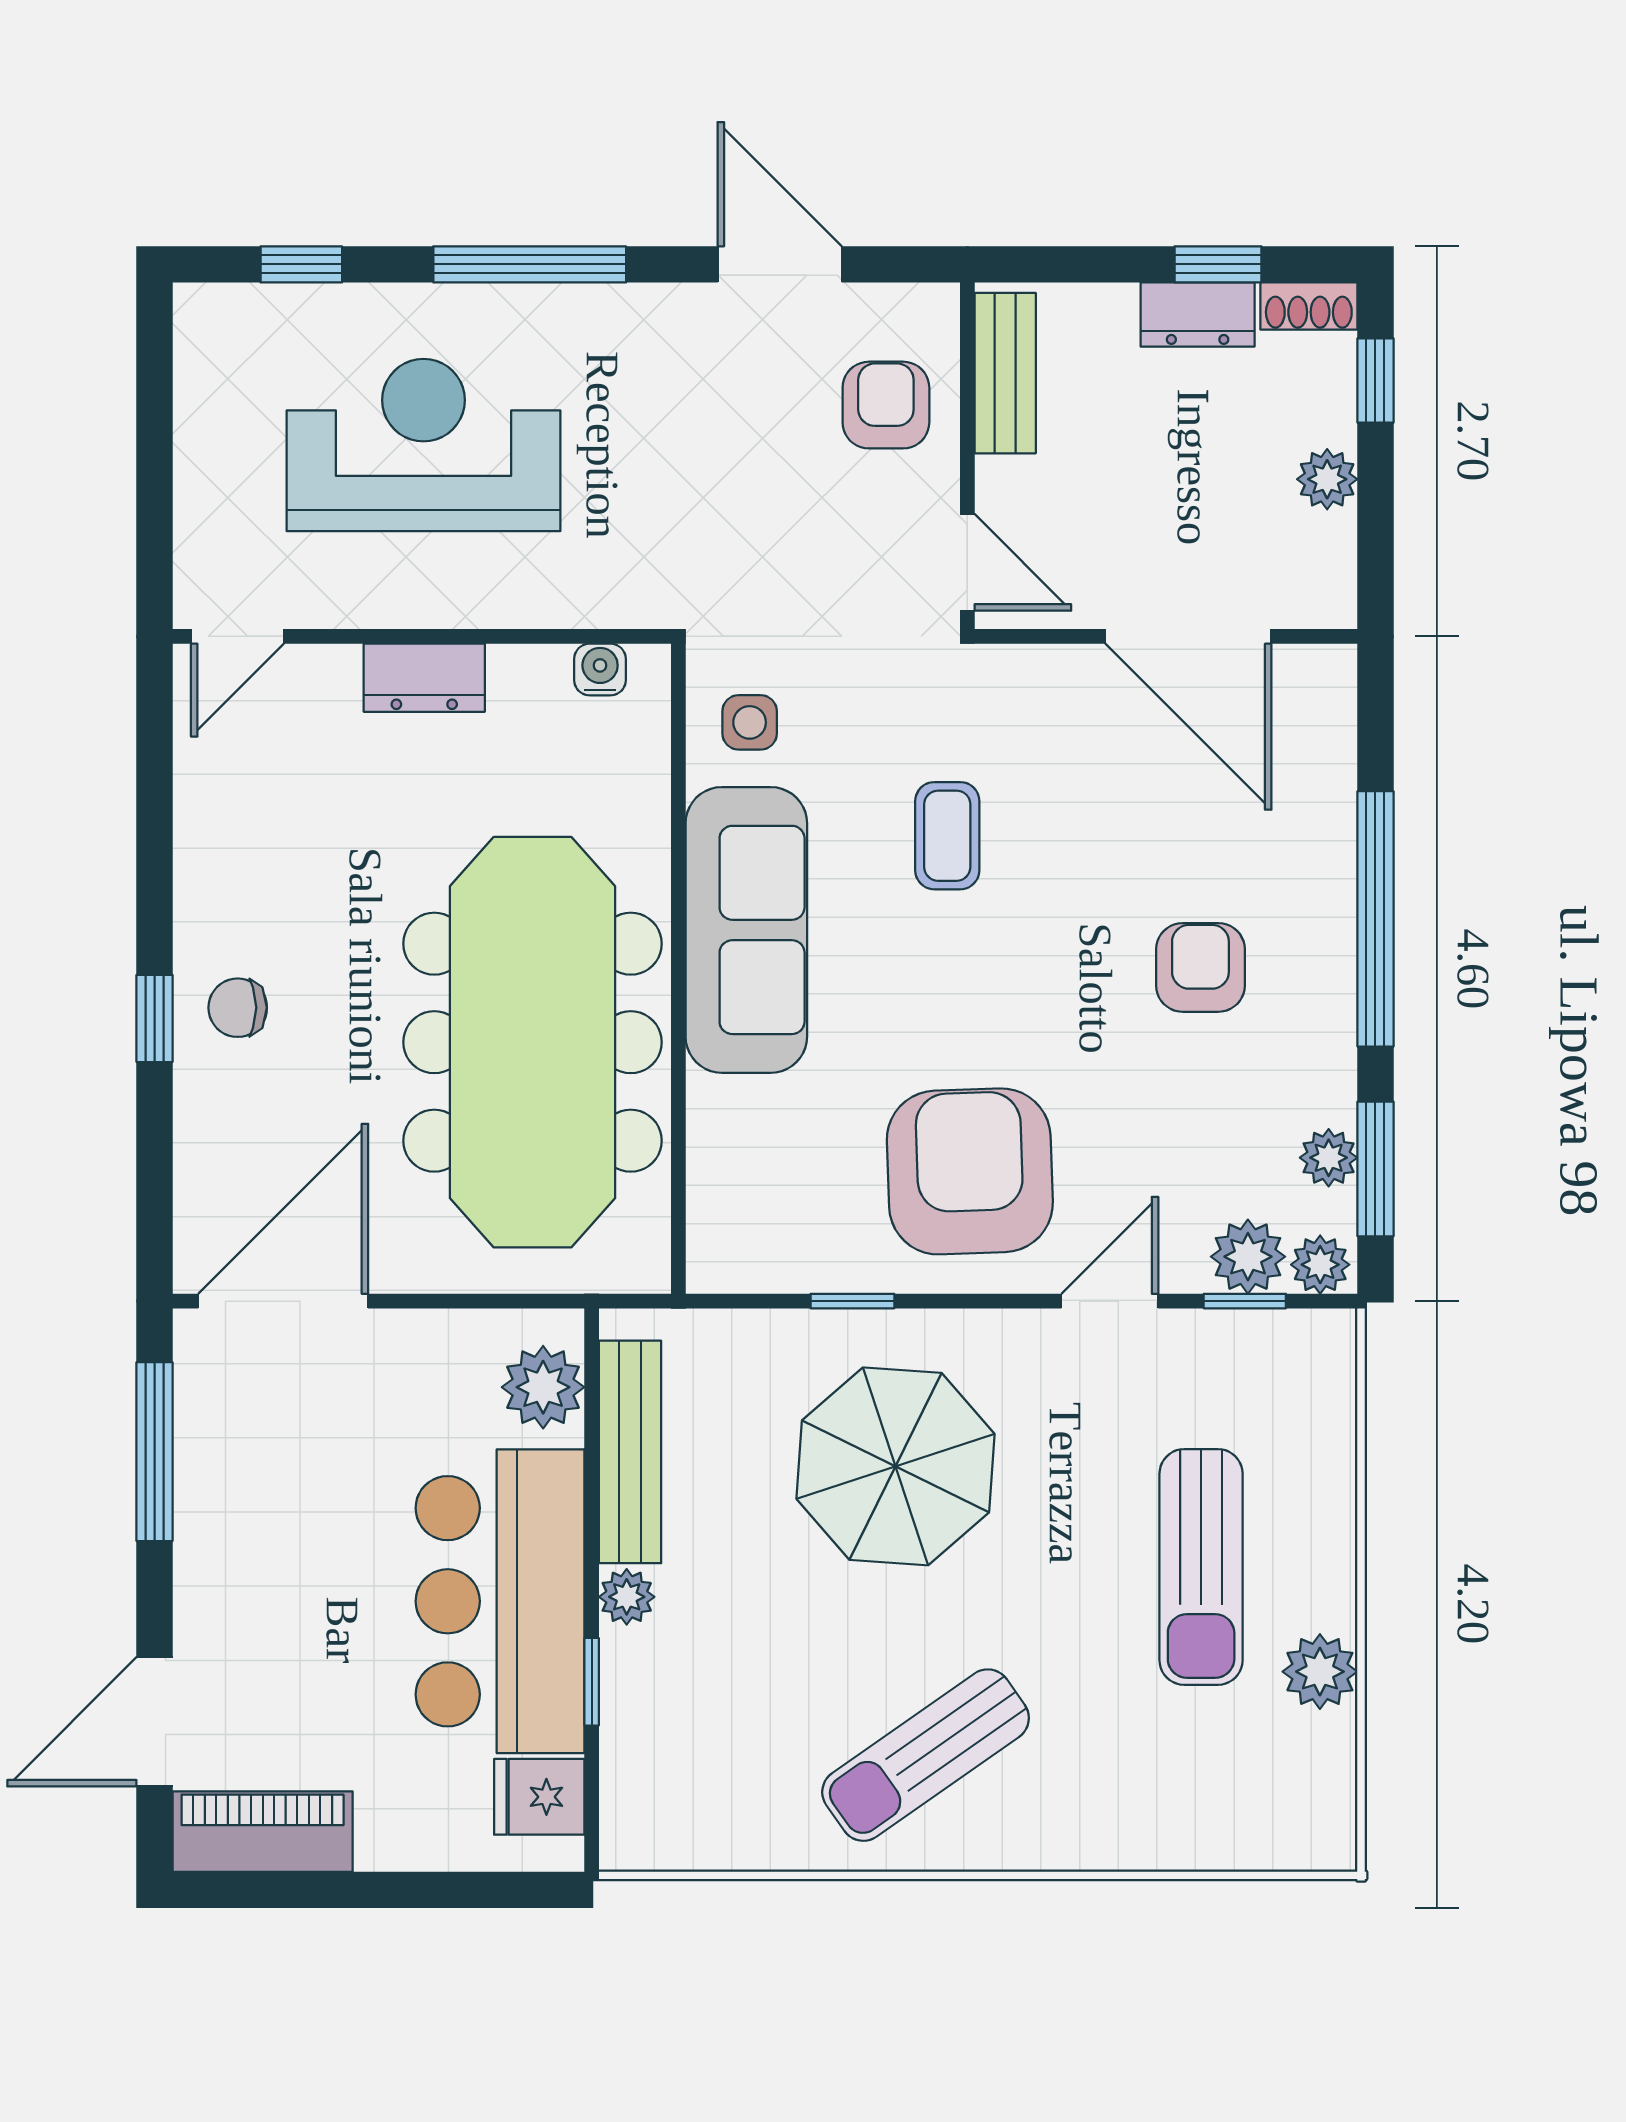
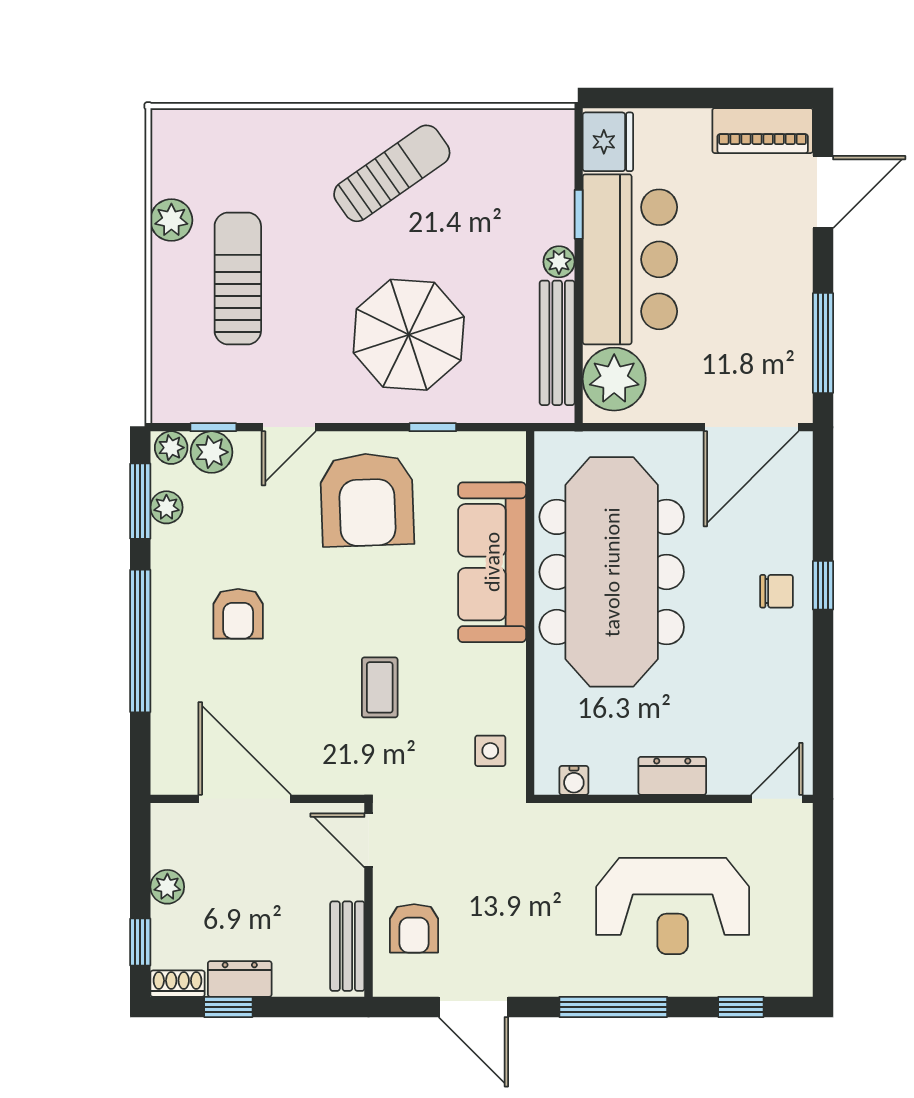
sofa: (746, 930) -> (492, 562), moved
plant: (543, 1387) -> (614, 379), width x1.36, depth x1.36
fridge: (539, 1797) -> (608, 142), width x1.38

